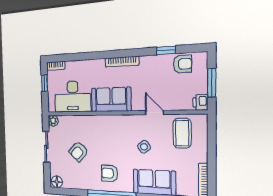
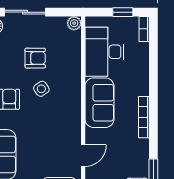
sliding door: (46, 147) -> (25, 12), moved
side table: (144, 147) -> (41, 89), moved
armchair: (79, 151) -> (35, 58), turned 137

